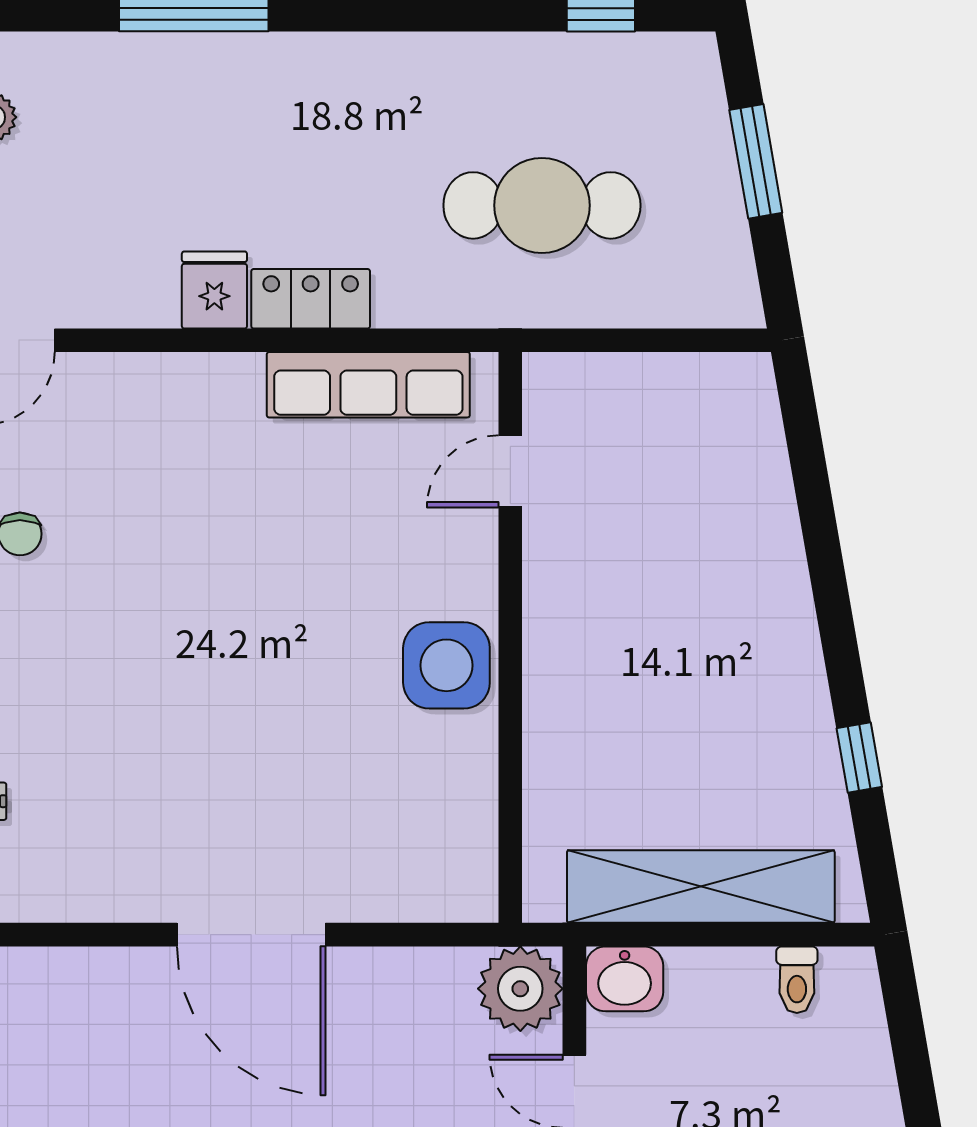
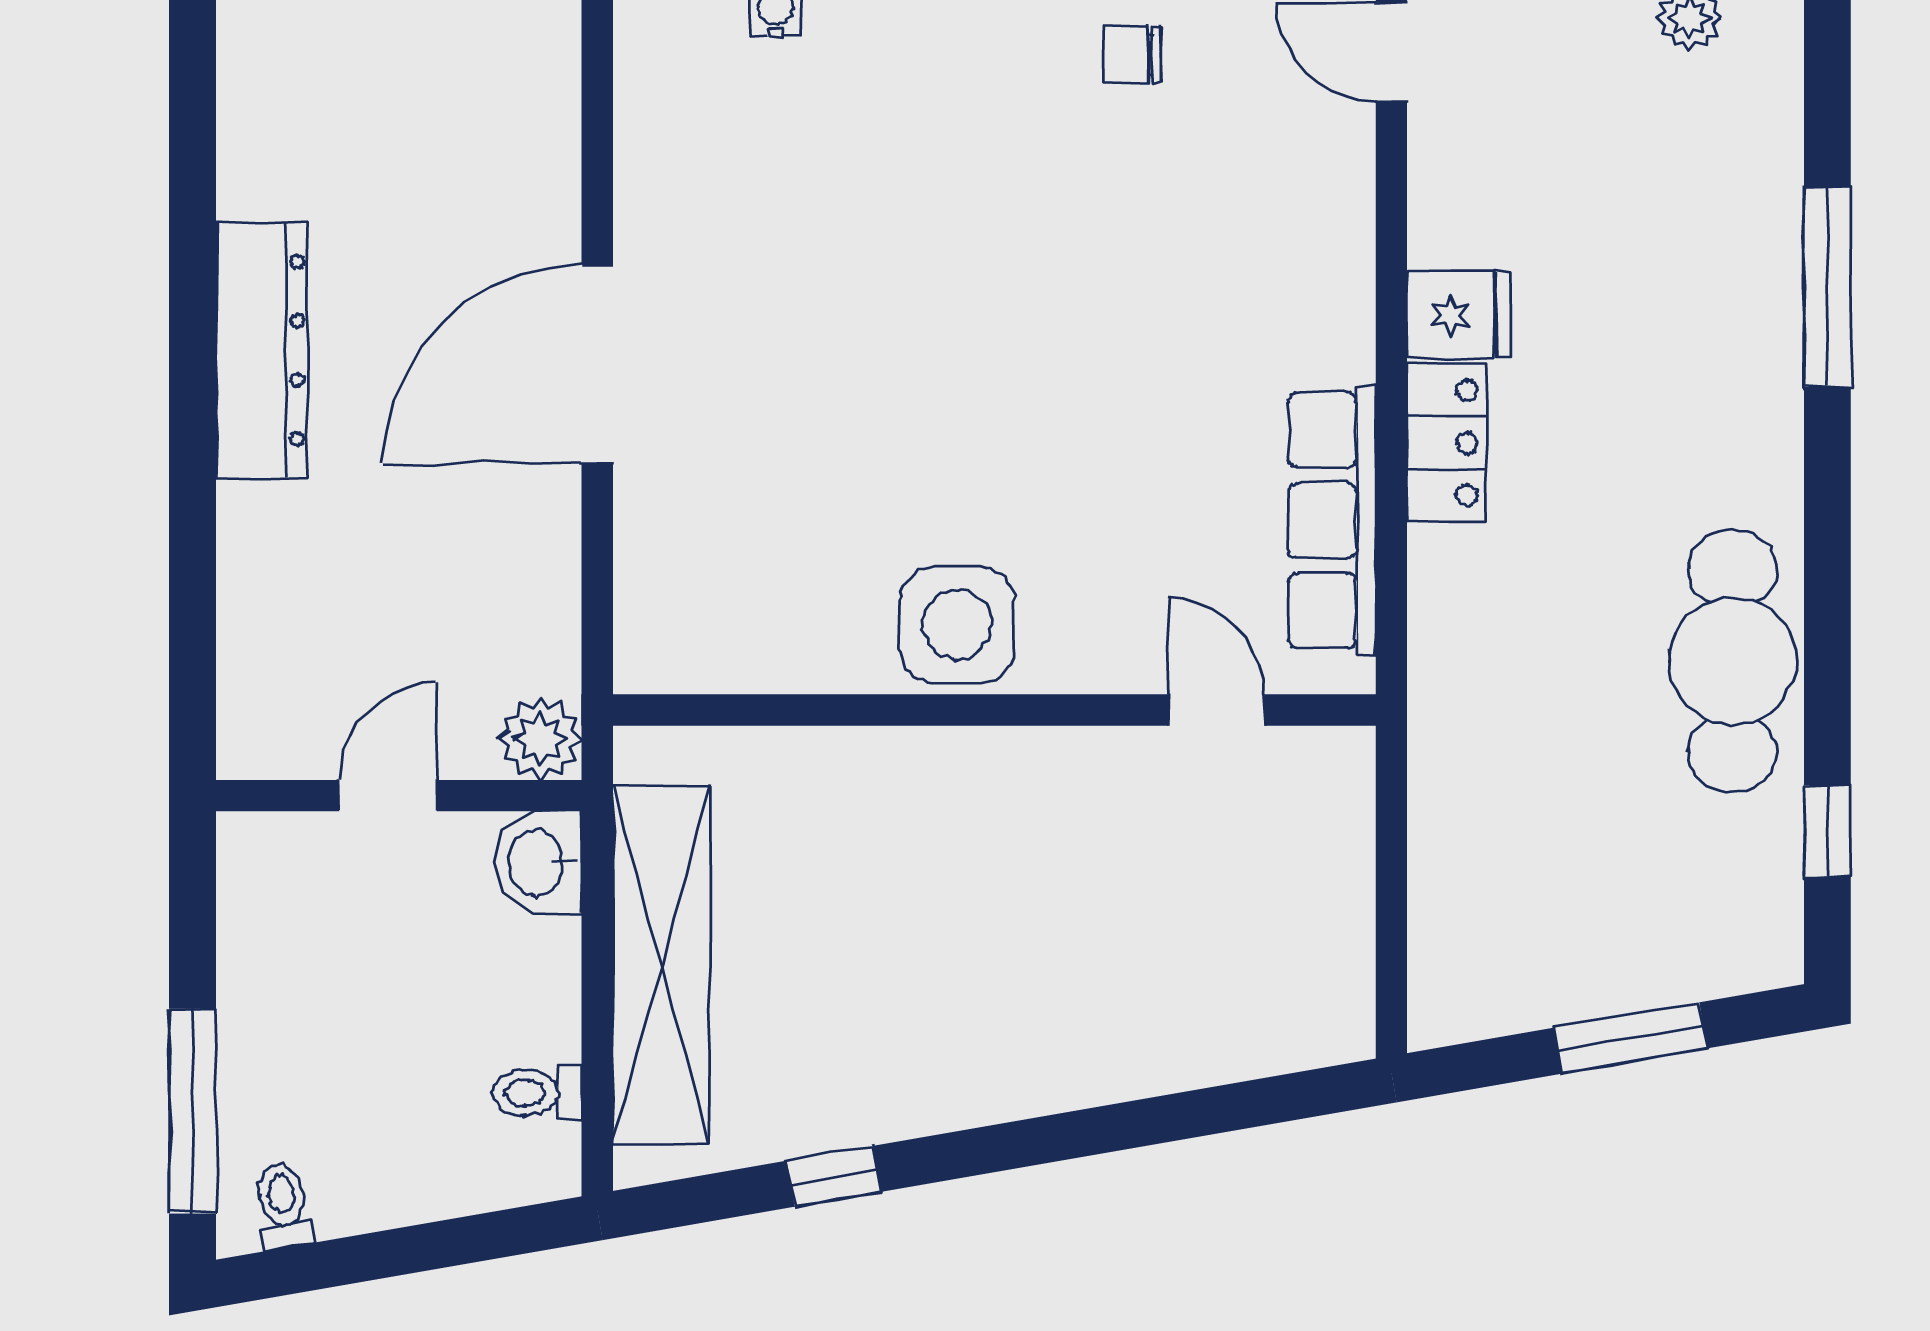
cafe table: (542, 205) -> (1733, 661), moved
plant: (520, 989) -> (540, 738), width x0.73, depth x0.73

